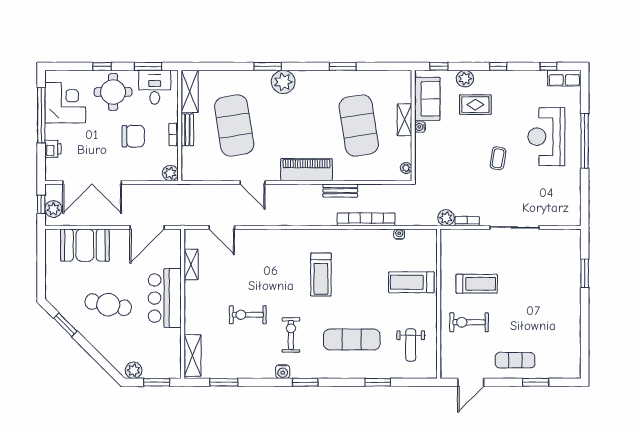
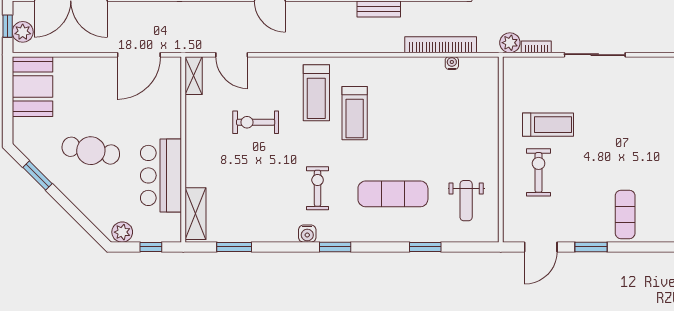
bookcase: (366, 219) -> (441, 45), moved
booth: (85, 245) -> (32, 87), moved, turned 90
shelving: (191, 264) -> (194, 76), moved
treadmill: (411, 282) -> (316, 93), moved, turned -90
bar counter: (165, 298) -> (161, 175), moved
exercise bike: (248, 315) -> (256, 122), moved
exercise bike: (469, 322) -> (539, 172), turned 90
exercise mat: (515, 360) -> (625, 214), moved, turned 90
window: (157, 382) -> (151, 247), width x0.67
window: (536, 382) -> (591, 247), moved

